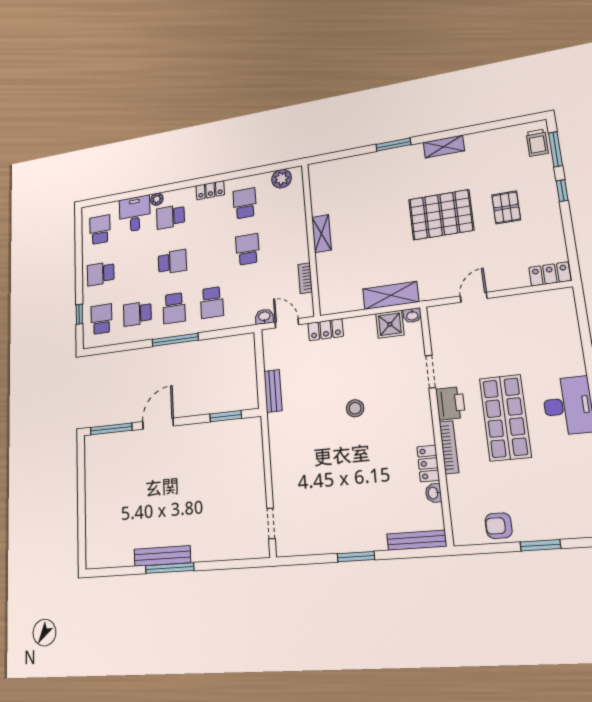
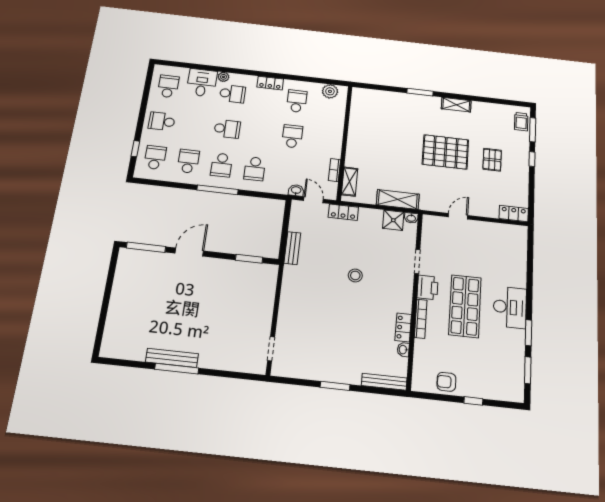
school desk: (171, 217) -> (233, 94), turned 180
shelving: (322, 234) -> (350, 182), moved
school desk: (137, 314) -> (188, 161), turned 90
window: (540, 545) -> (473, 401), width x0.67

